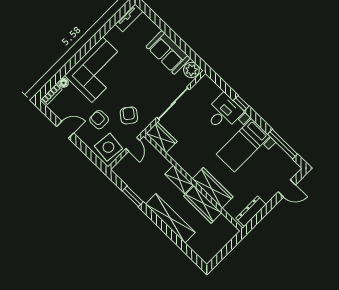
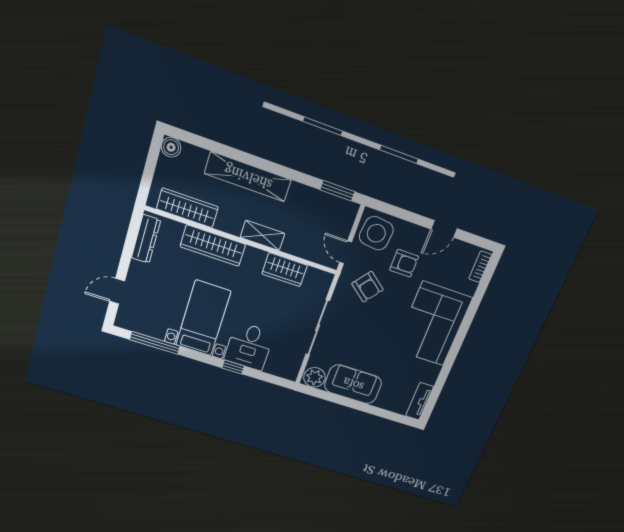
floor lamp: (64, 83) -> (470, 288), removed
wardrobe: (162, 137) -> (285, 270), moved
window: (133, 196) -> (337, 191), moved
wardrobe: (203, 204) -> (187, 208), moved
boiler: (207, 256) -> (171, 147), added

